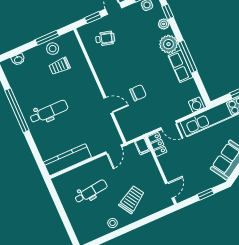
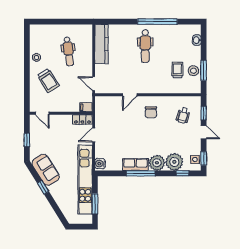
plant: (164, 24) -> (174, 162), width x1.87, depth x1.87
chair: (138, 93) -> (151, 112), moved

